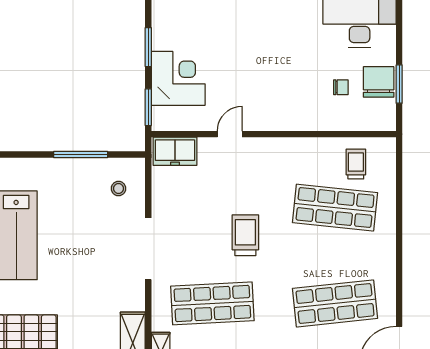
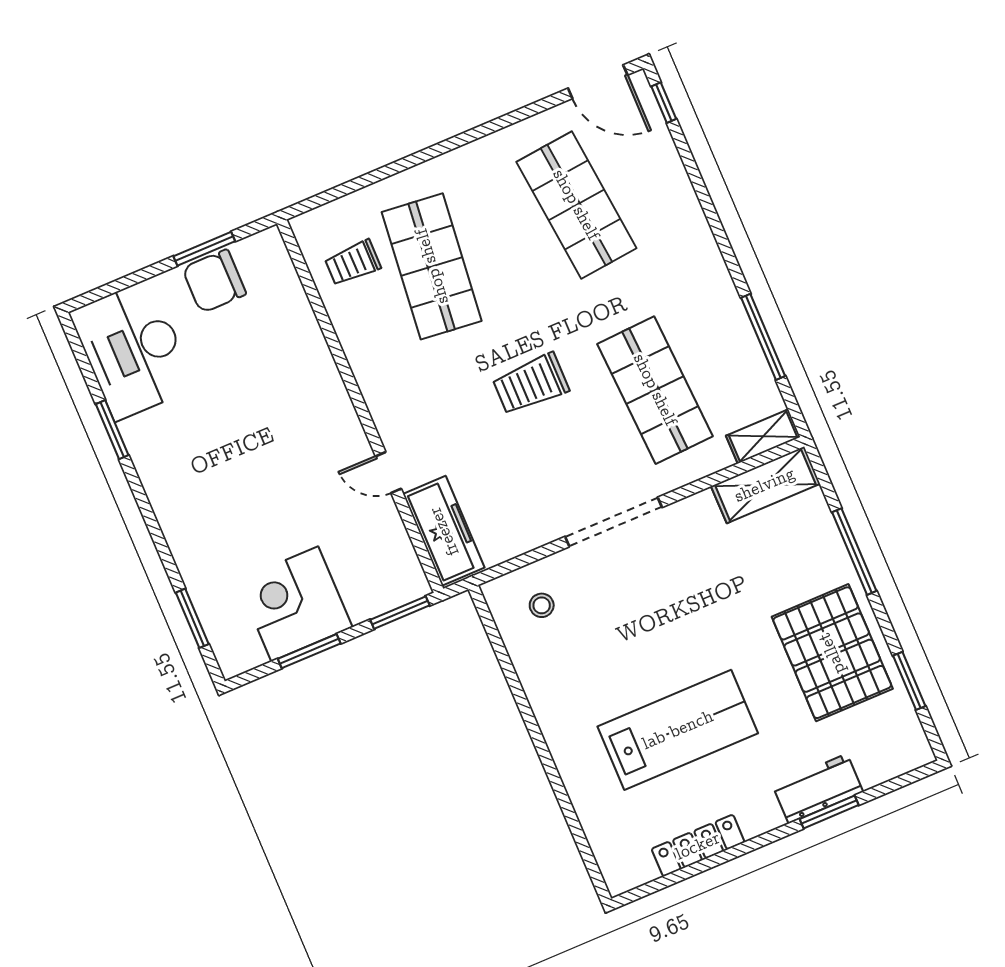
corner desk: (178, 78) -> (295, 604), moved
chair: (341, 87) -> (246, 335), removed
freezer: (175, 151) -> (444, 531), width x1.40
window: (81, 155) -> (515, 684), removed

